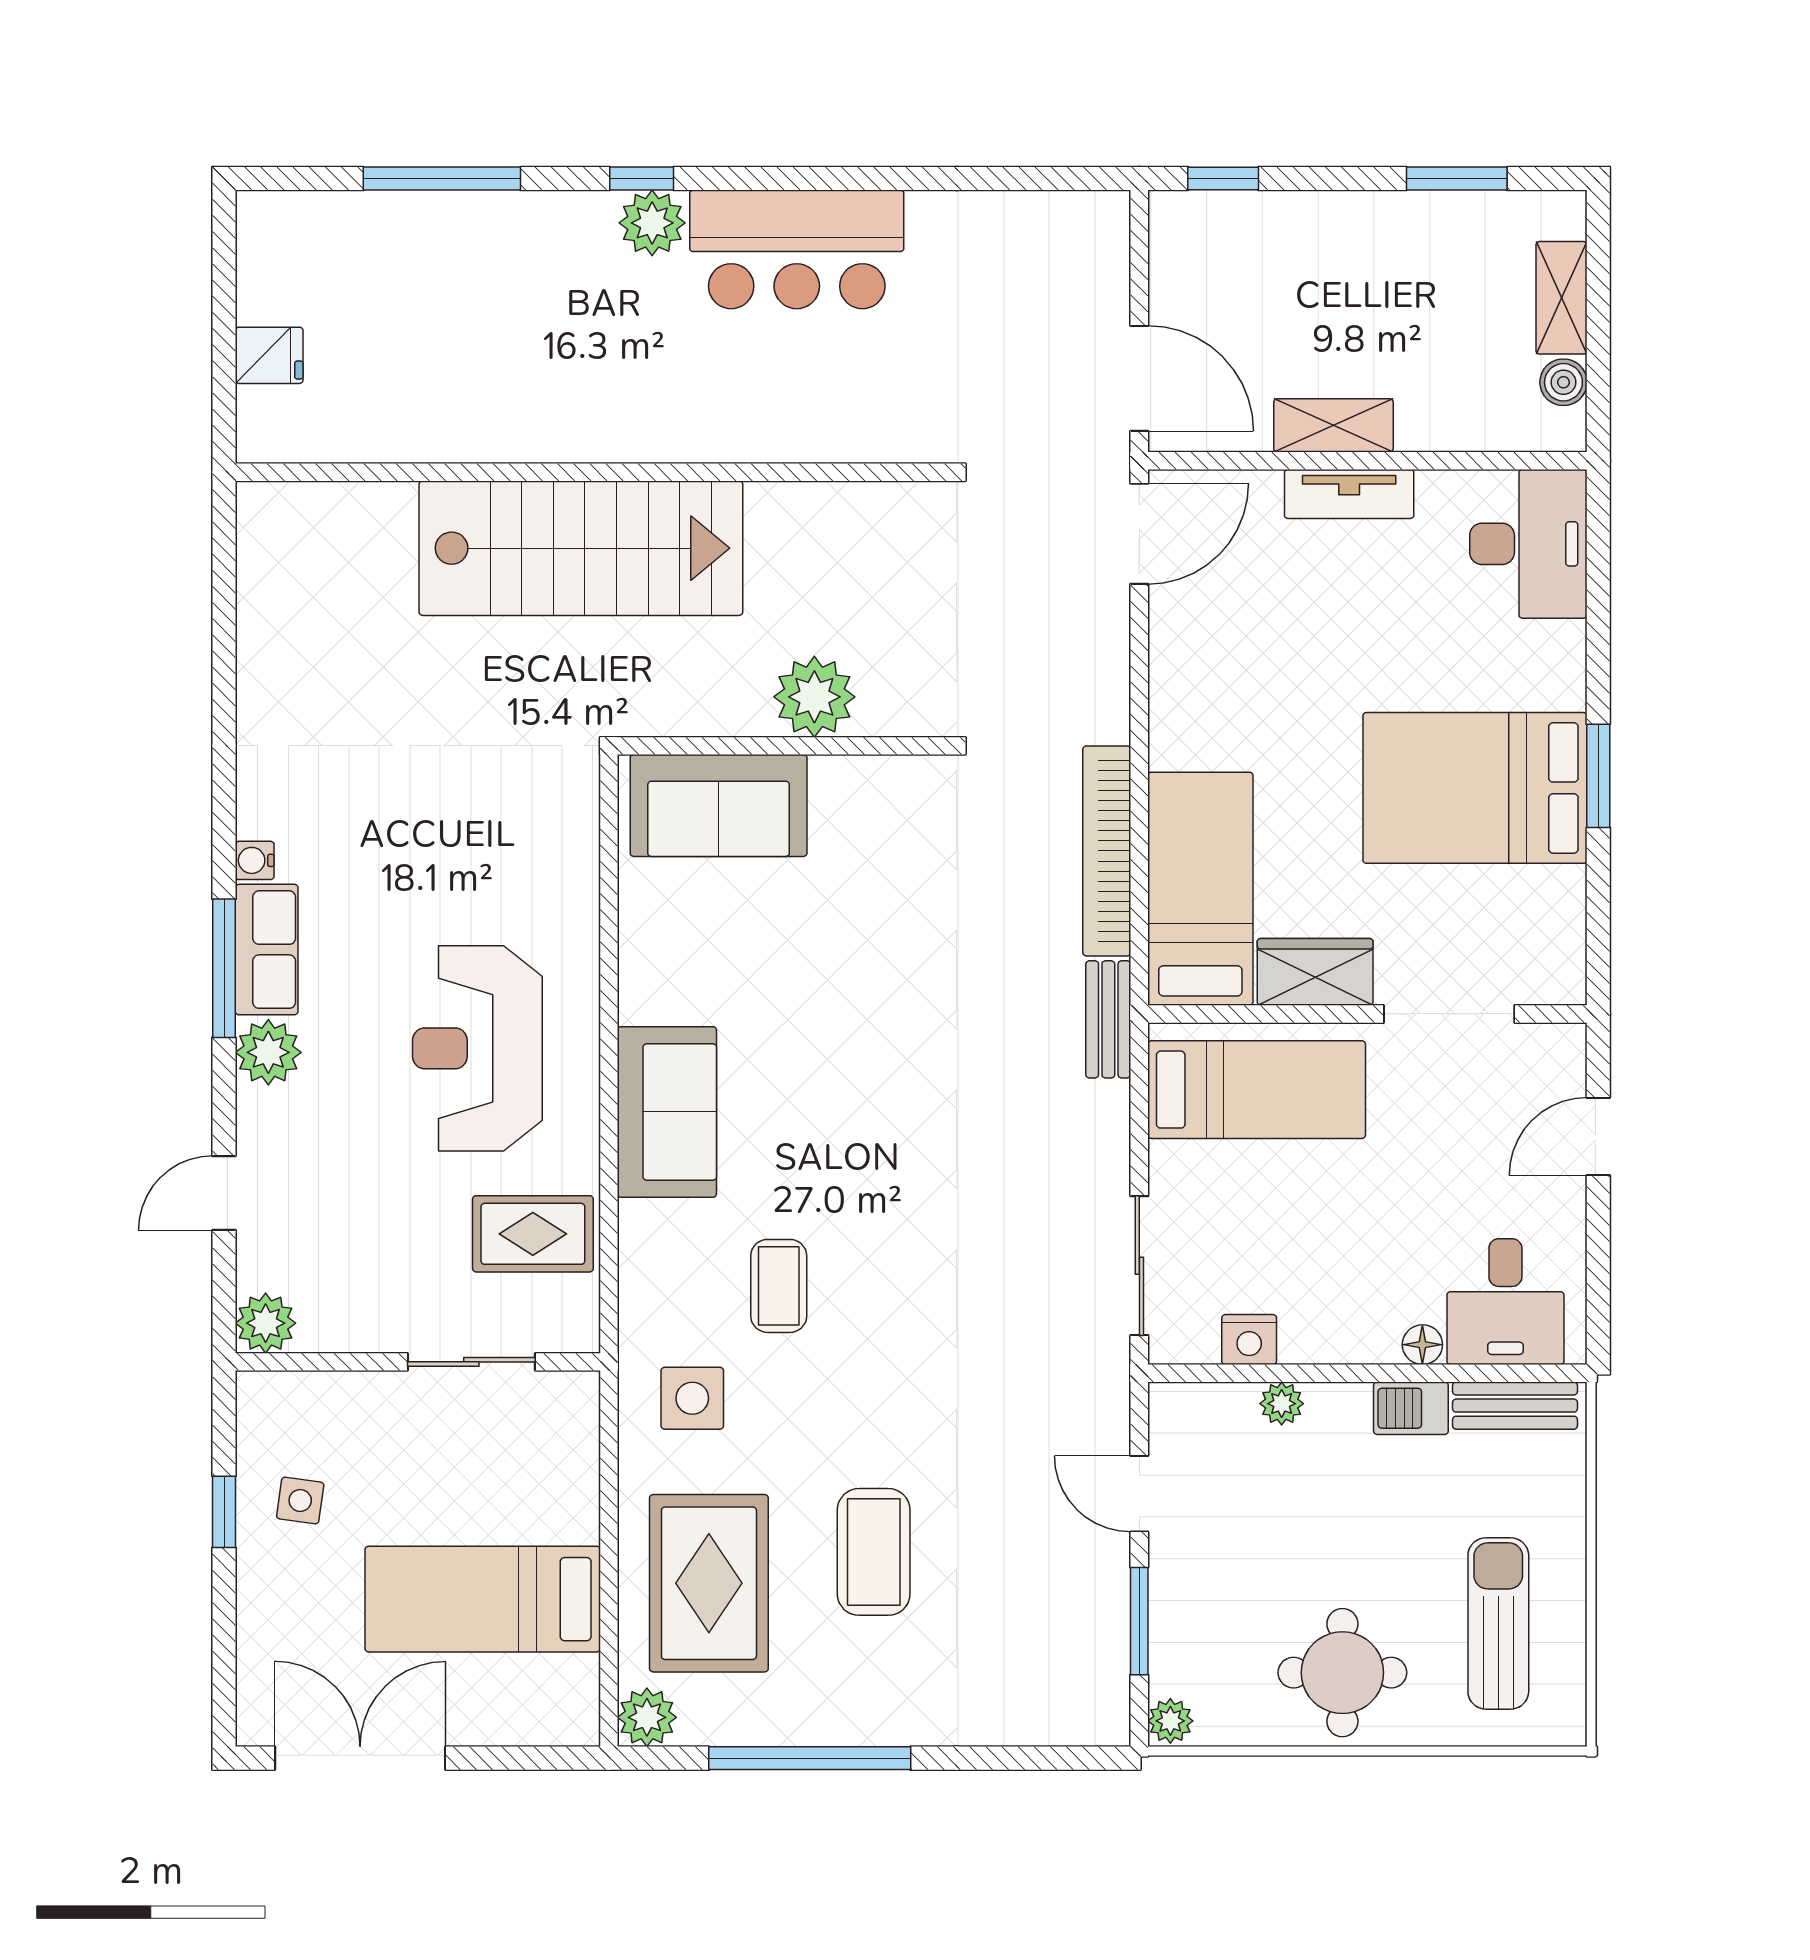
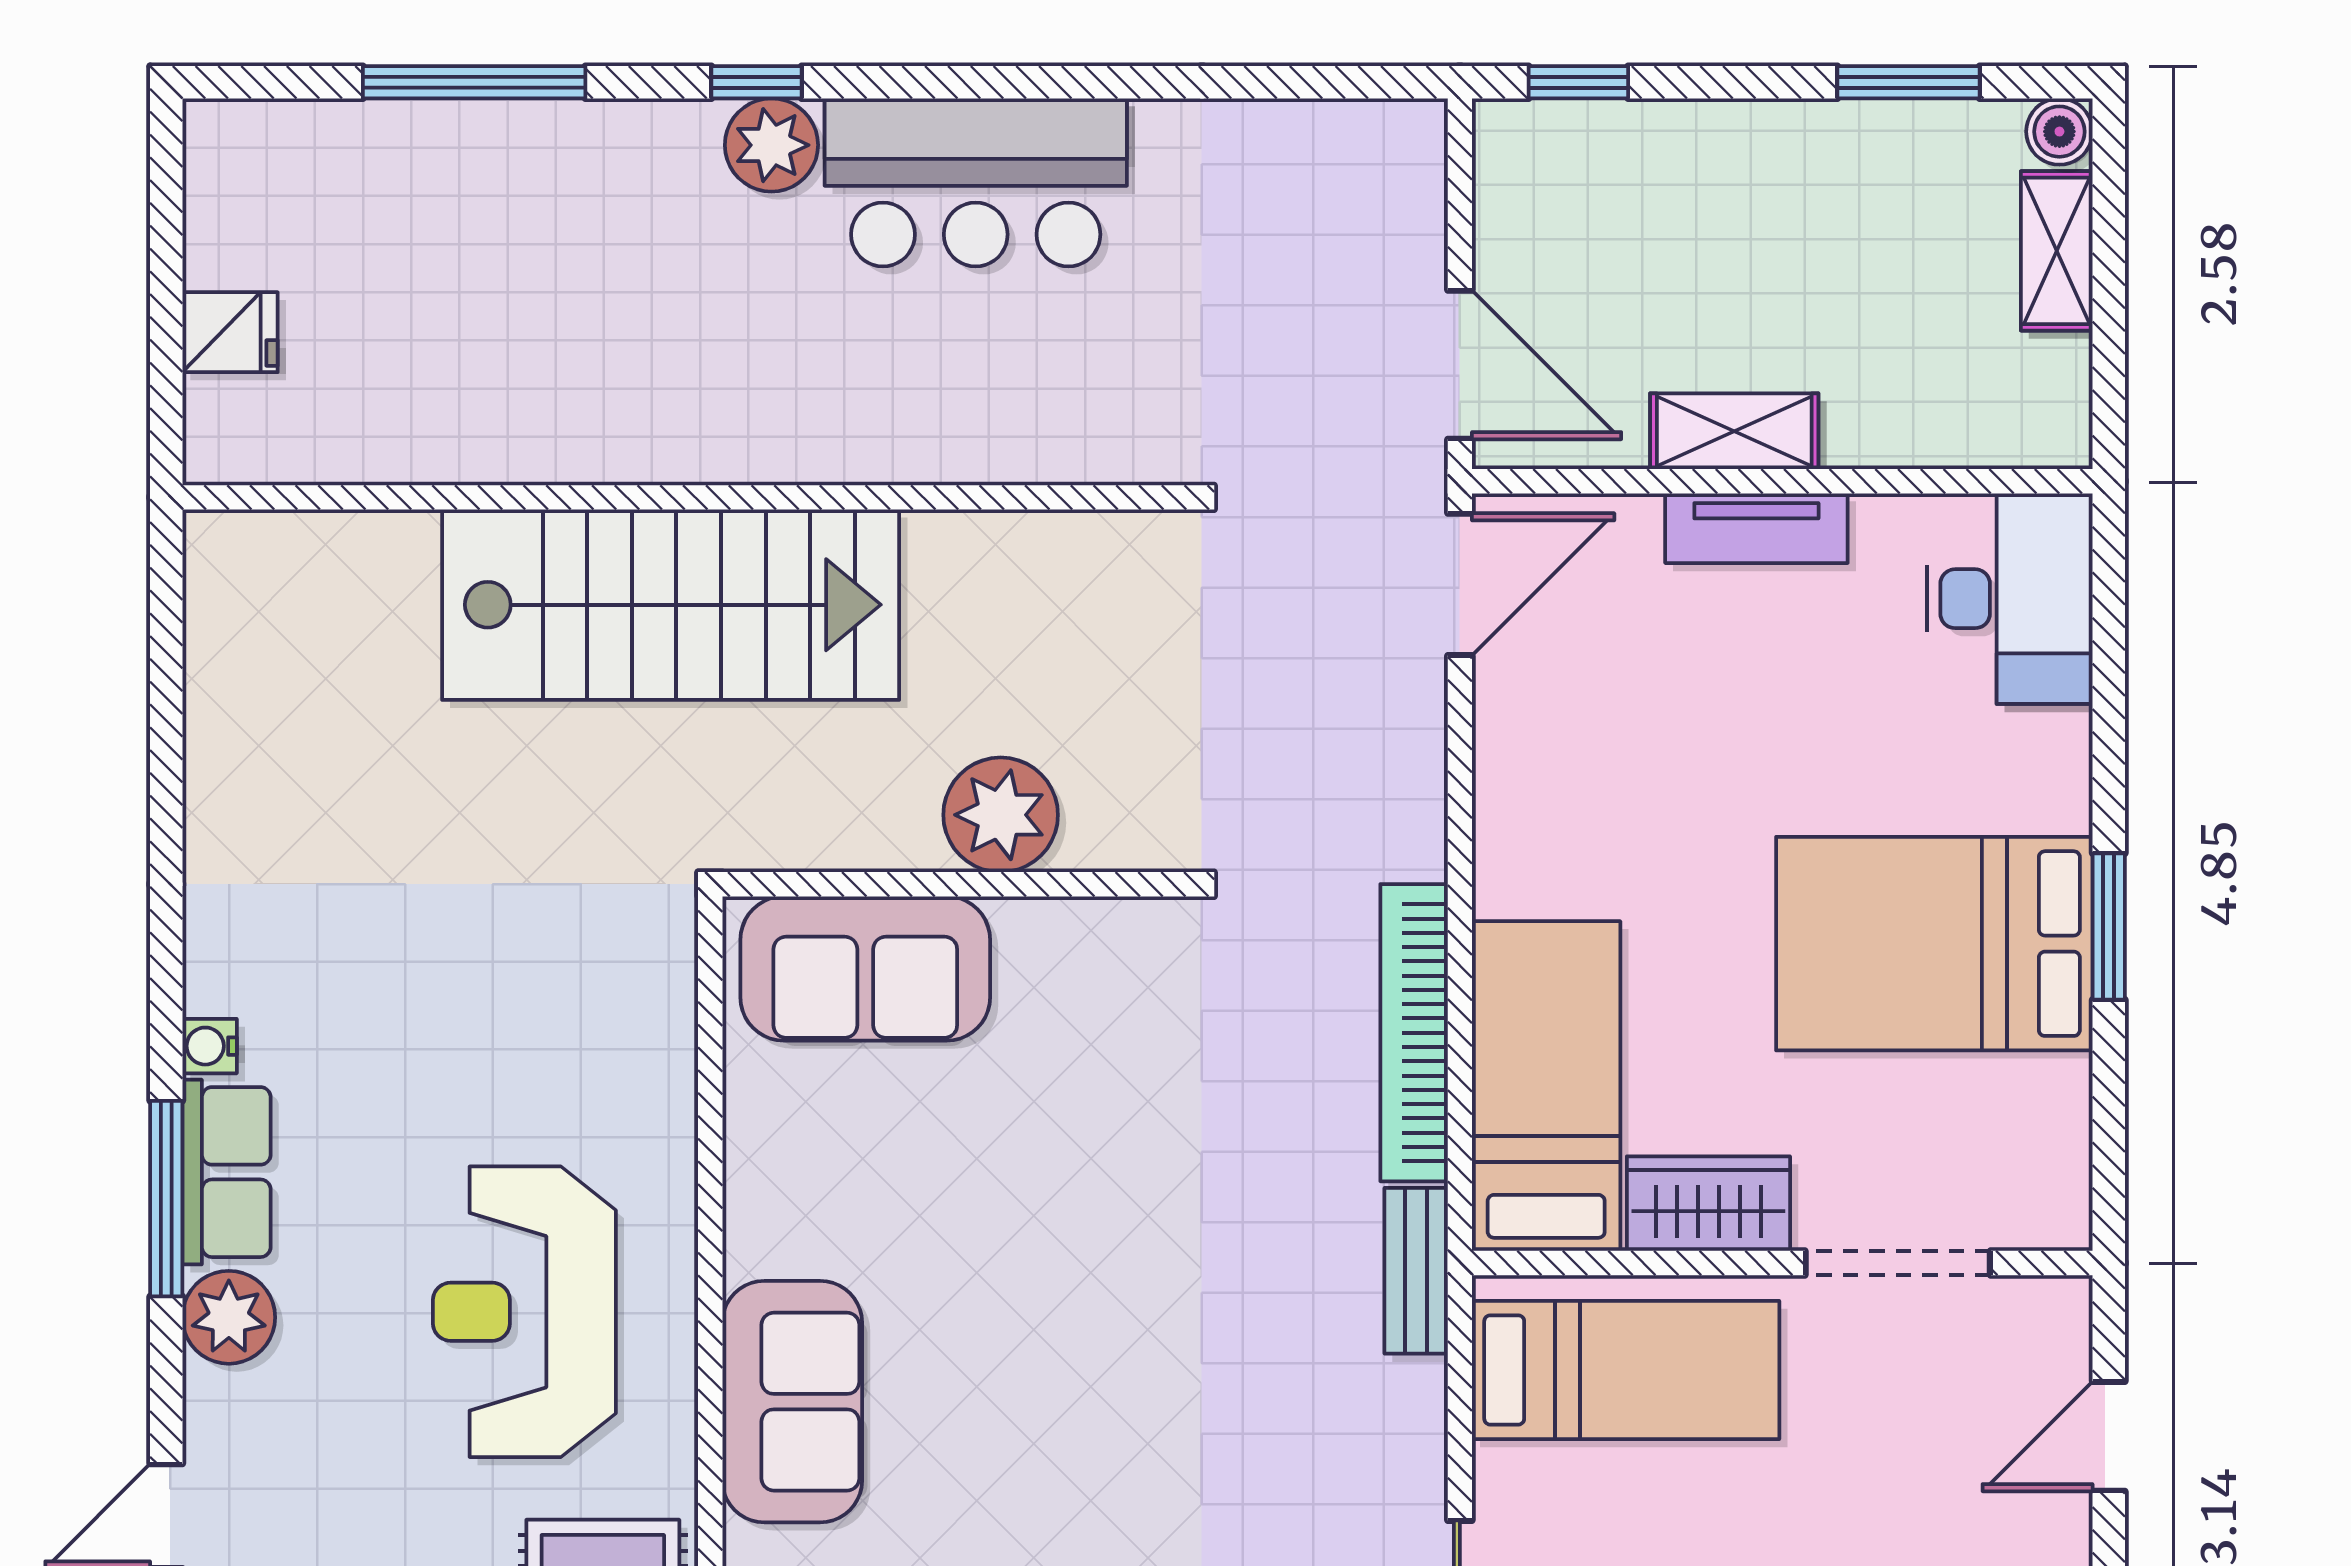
boiler: (1563, 382) -> (2059, 132), moved

